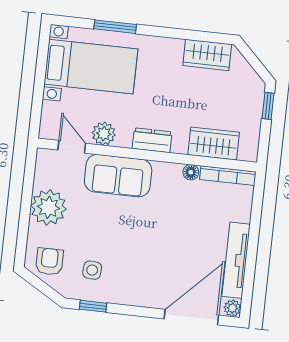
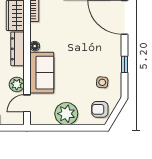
dresser: (152, 140) -> (17, 49), width x1.44
floor lamp: (191, 172) -> (35, 46), moved
window: (93, 306) -> (125, 64), moved

